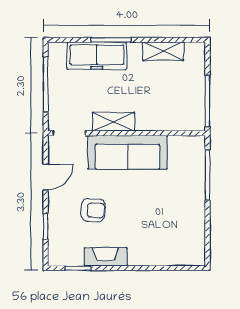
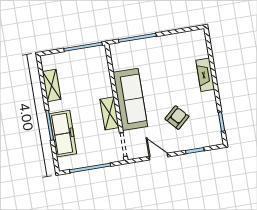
armchair: (93, 210) -> (177, 118), turned 44
fireplace: (106, 257) -> (205, 75), moved

